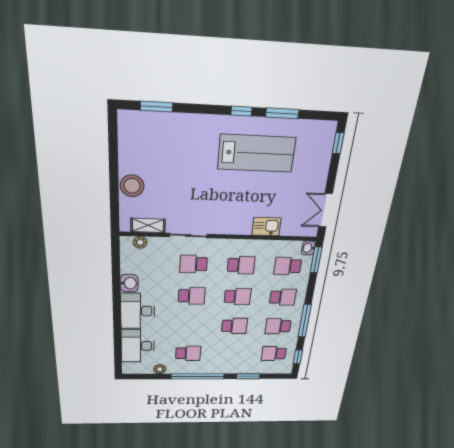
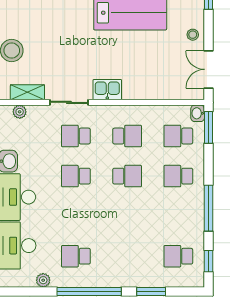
stool: (316, 178) -> (193, 35), added
kitchen sink: (266, 227) -> (107, 90), moved
school desk: (192, 296) -> (76, 176), turned 180
school desk: (283, 297) -> (178, 176), turned 180
school desk: (234, 326) -> (127, 216), removed
school desk: (278, 326) -> (178, 216), removed
school desk: (188, 353) -> (76, 256), turned 180

